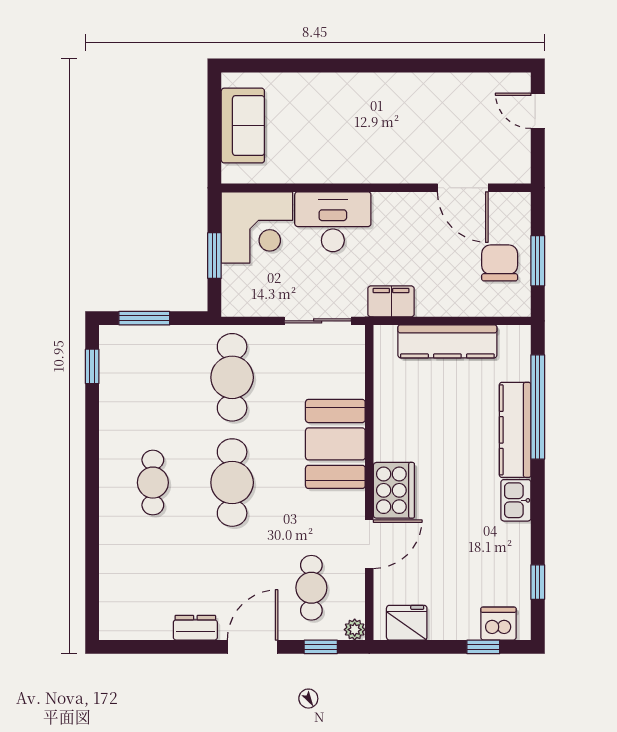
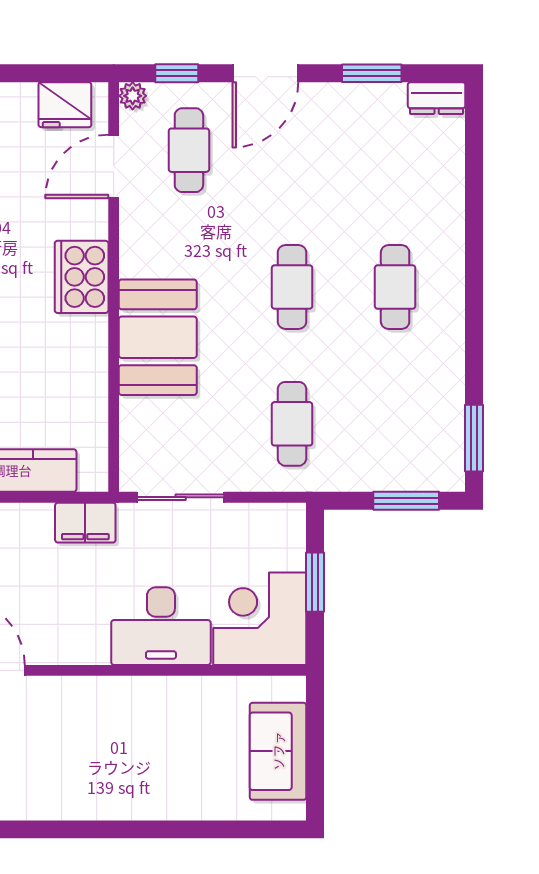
window: (92, 366) -> (474, 438), width x1.50
cafe table: (232, 377) -> (292, 424), width x0.73, depth x0.74
cafe table: (232, 483) -> (292, 287), width x0.73, depth x0.74
door: (369, 544) -> (114, 166), moved
dresser: (195, 628) -> (437, 98), moved
window: (171, 647) -> (372, 73), added

